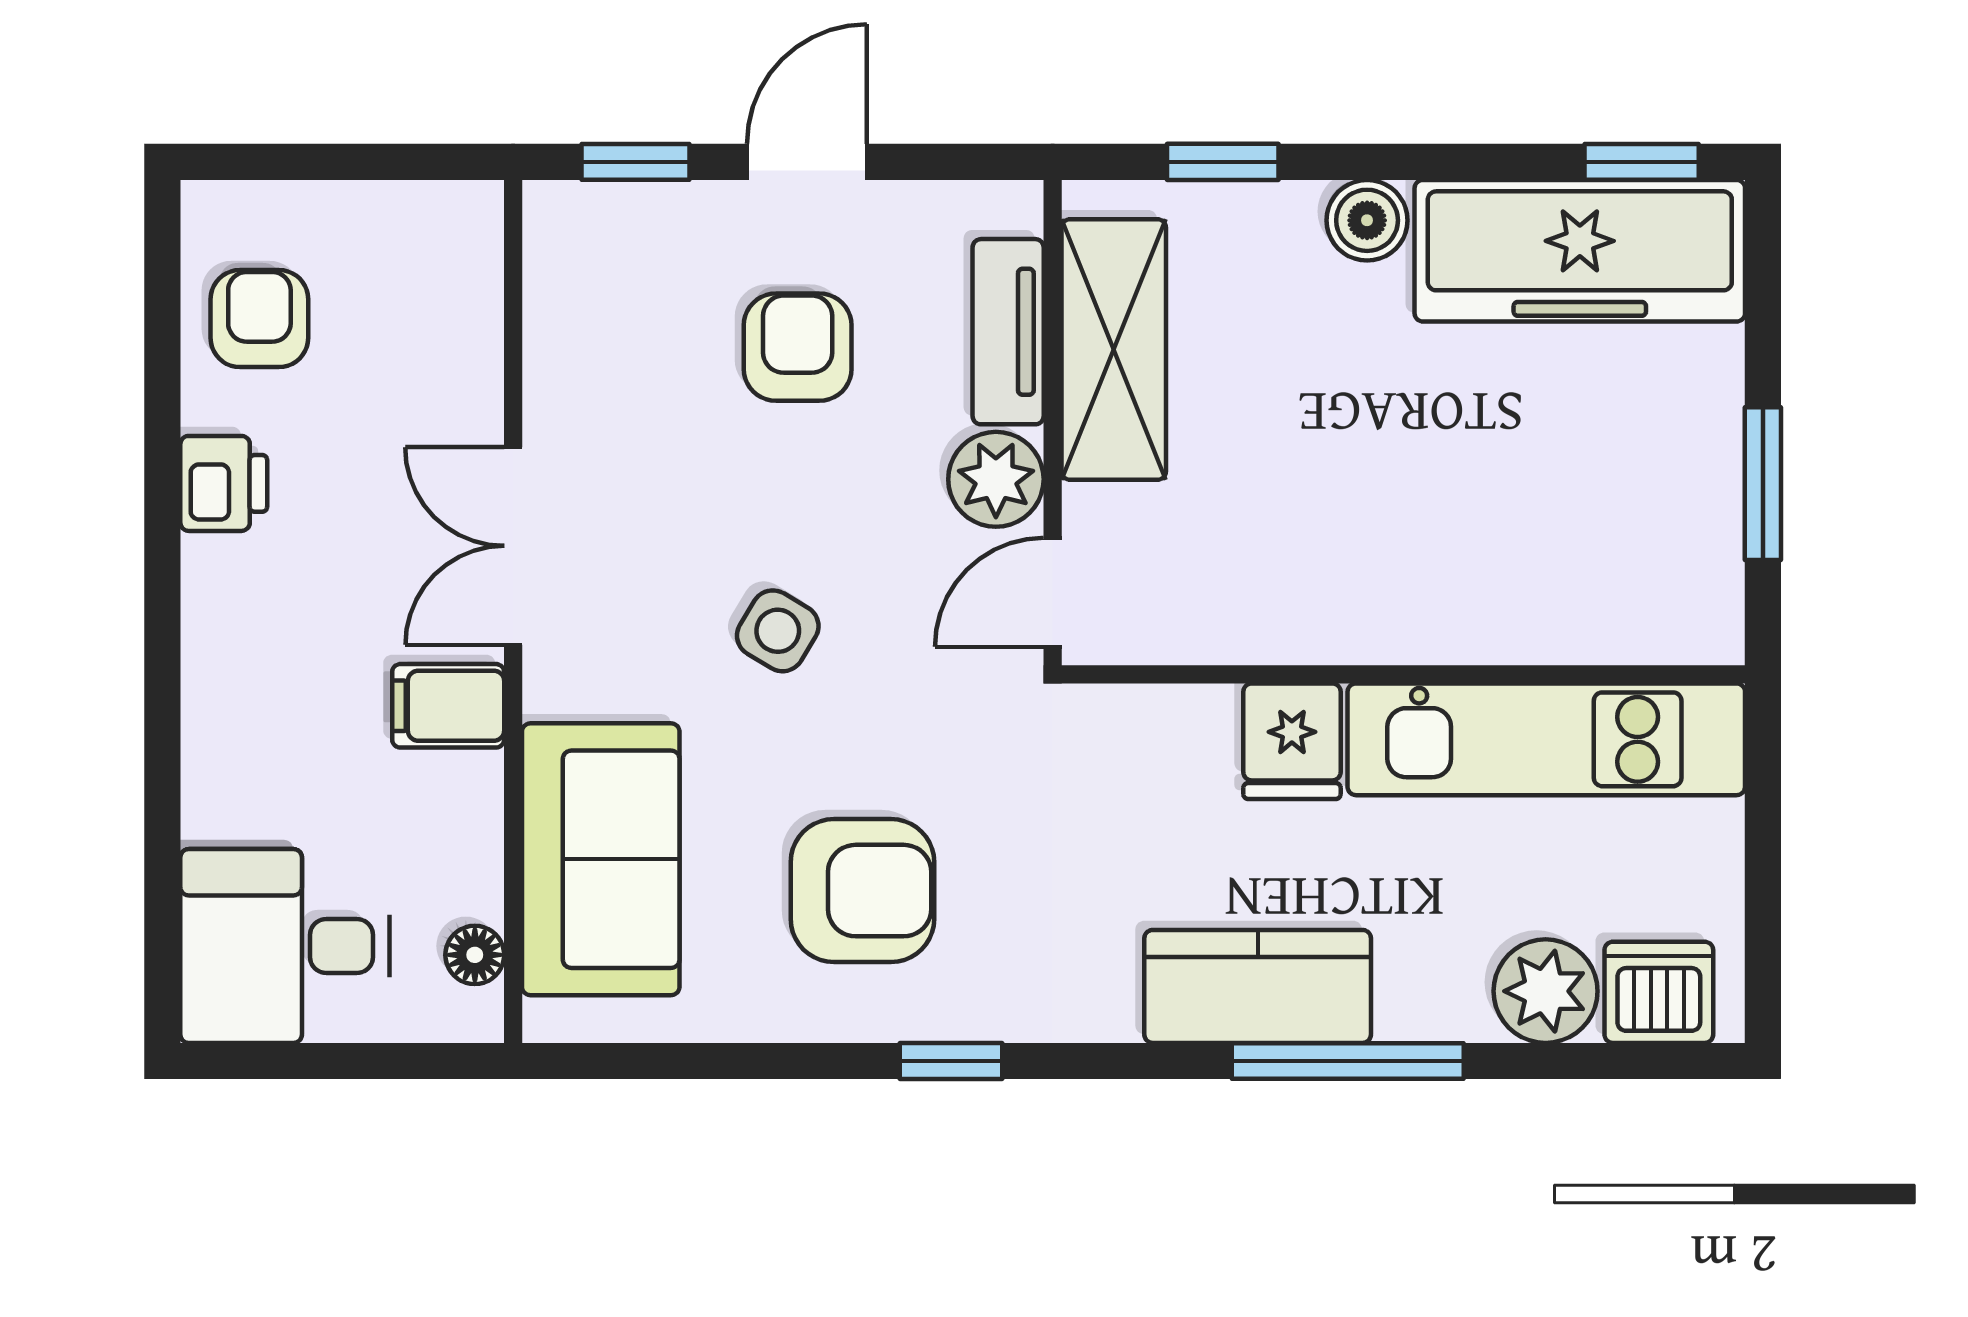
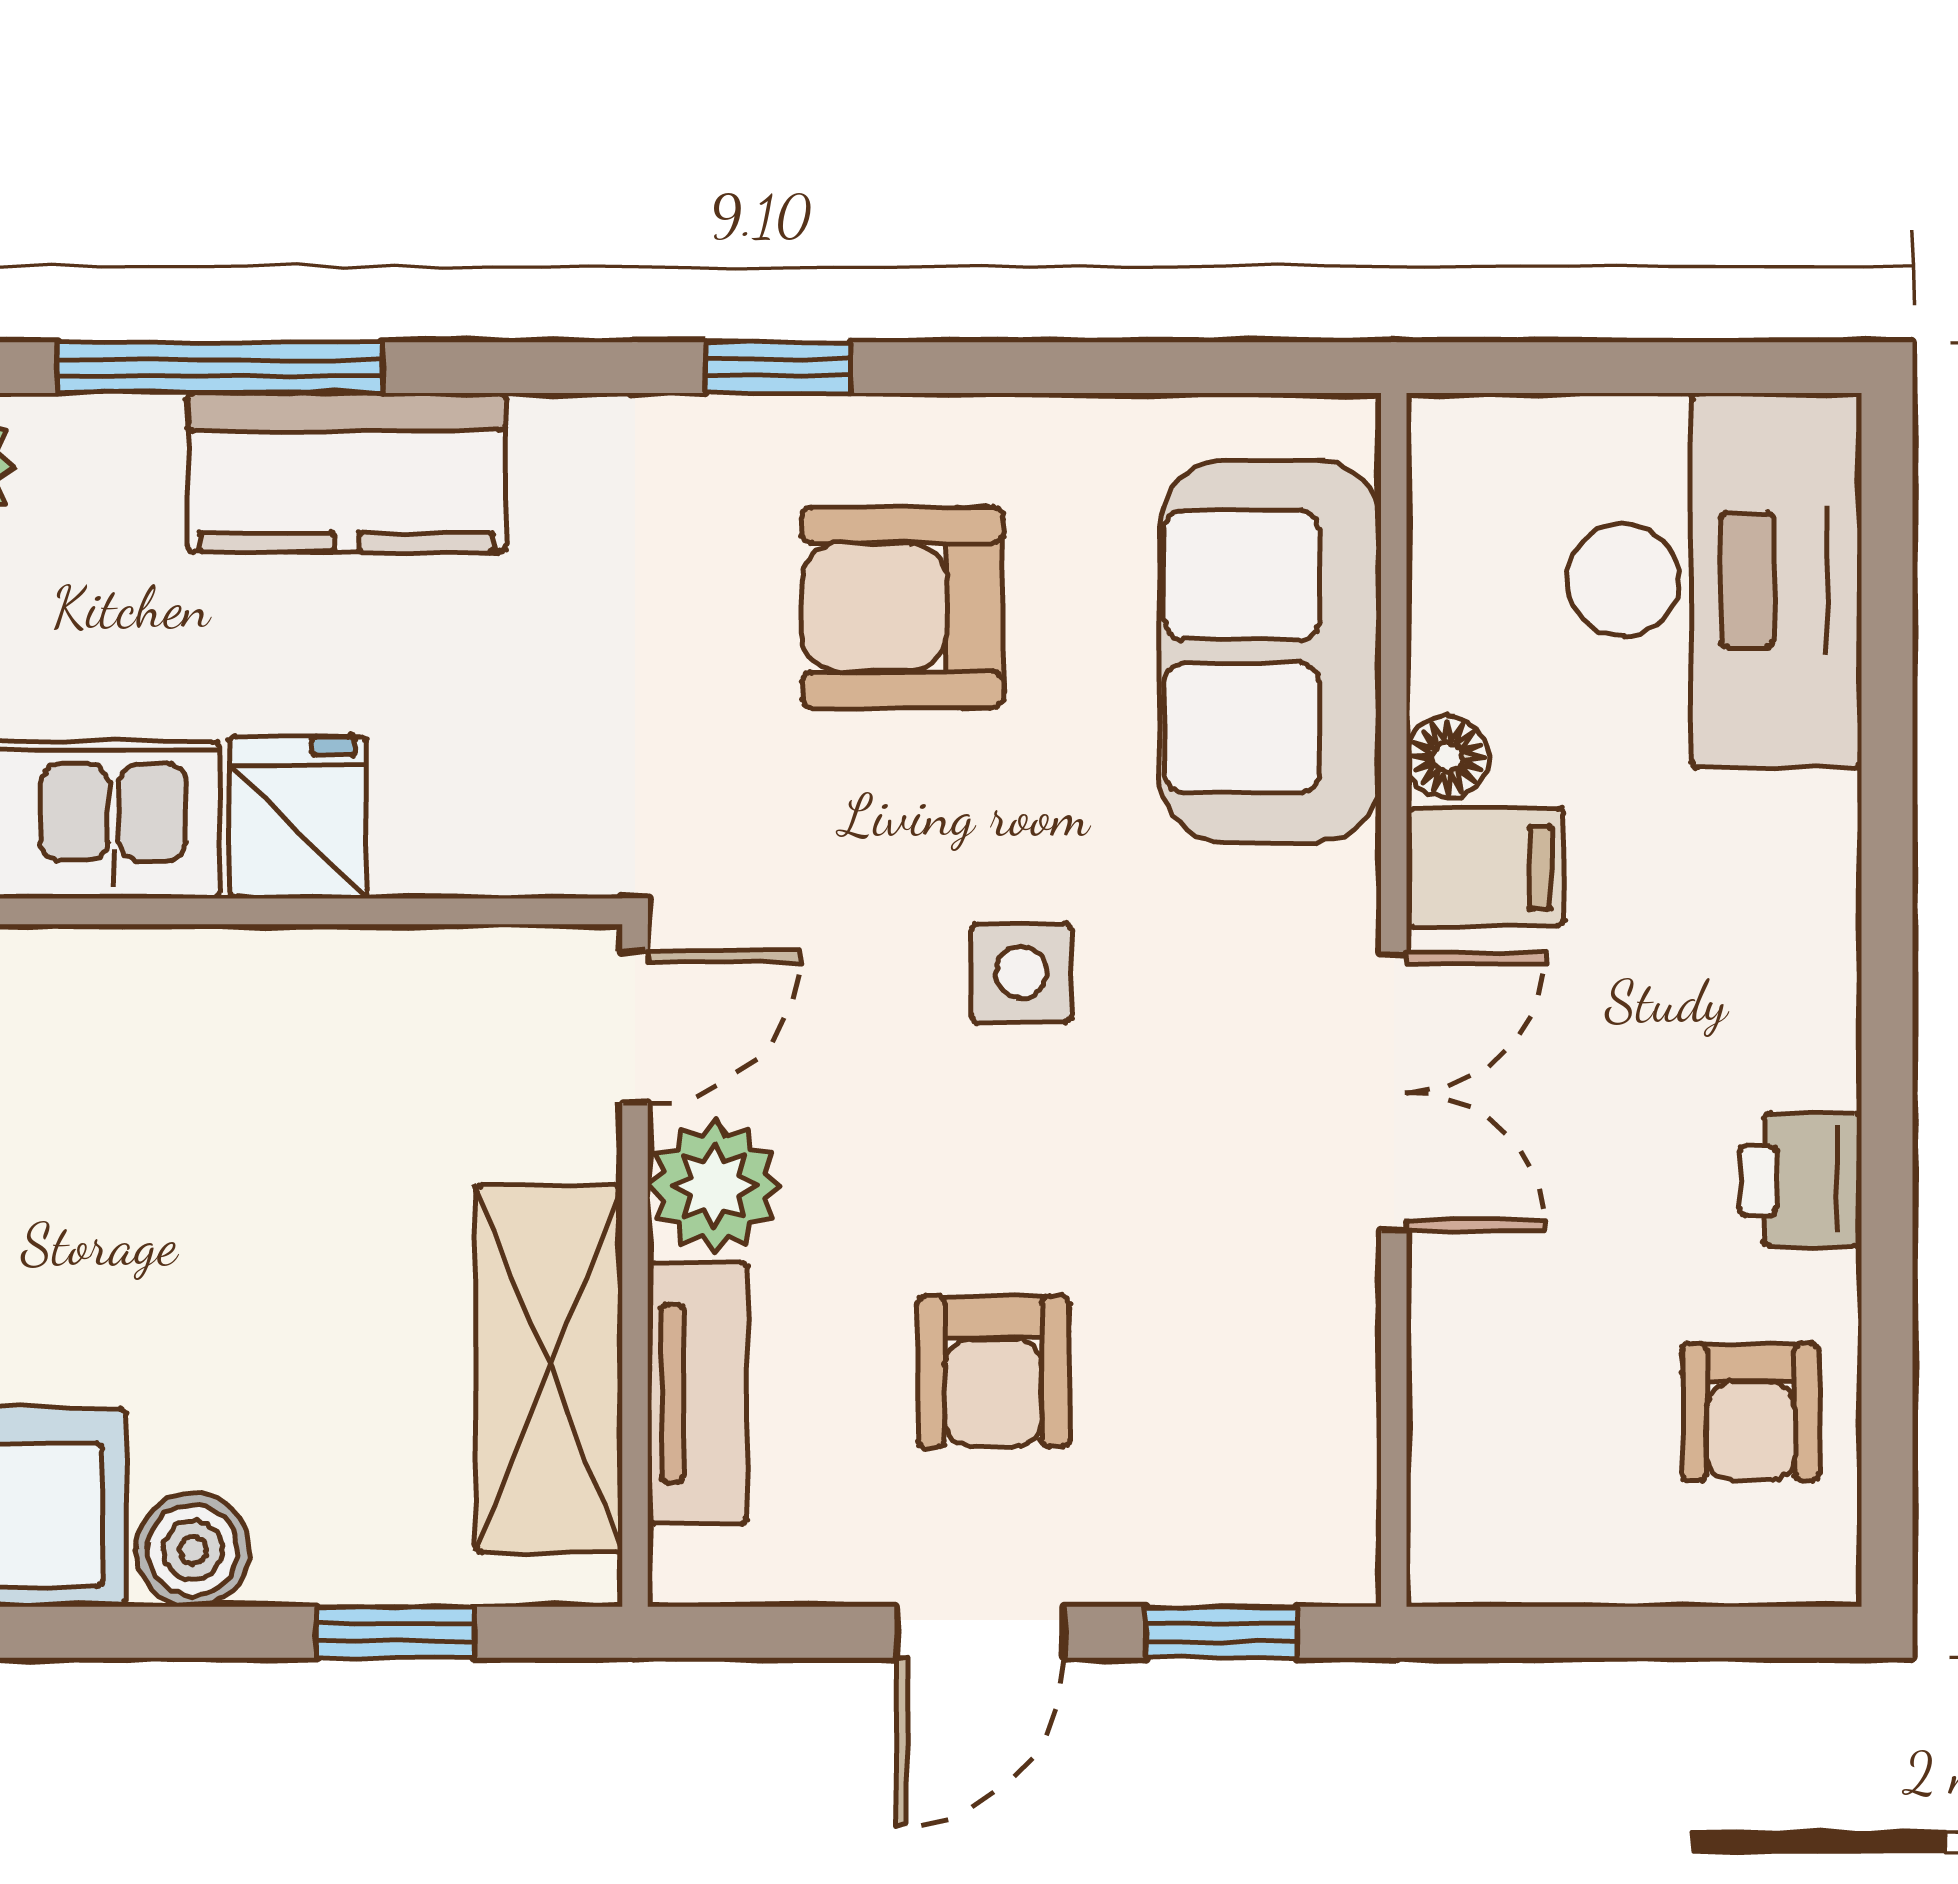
side table: (778, 631) -> (1021, 973), turned -31
desk: (285, 946) -> (1715, 580), width x1.37
floor lamp: (475, 955) -> (1448, 757), moved

